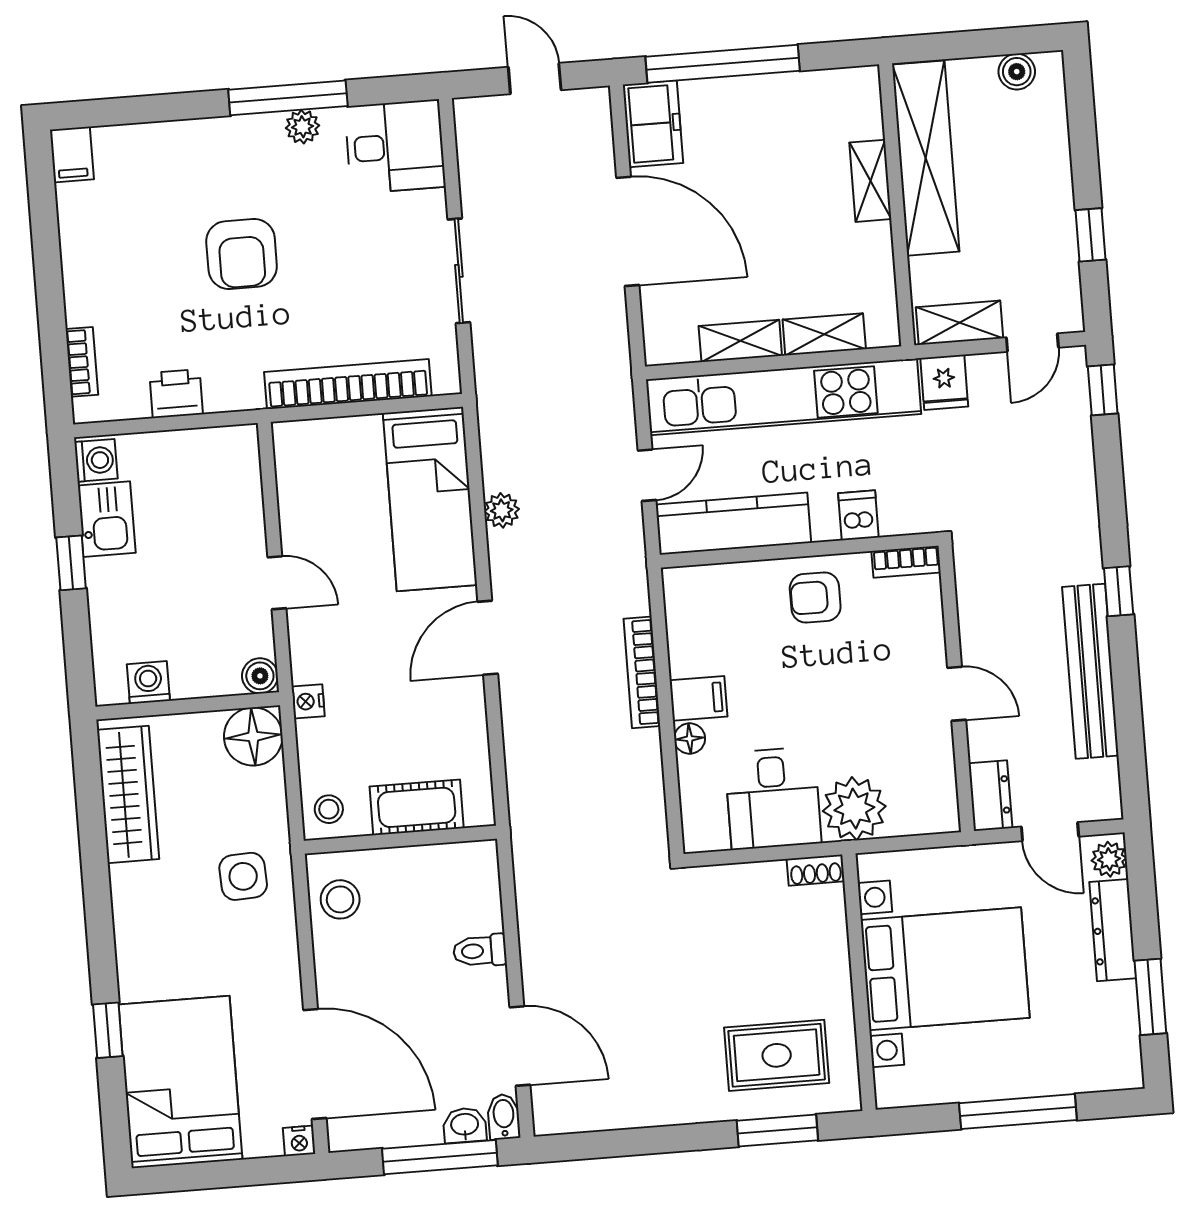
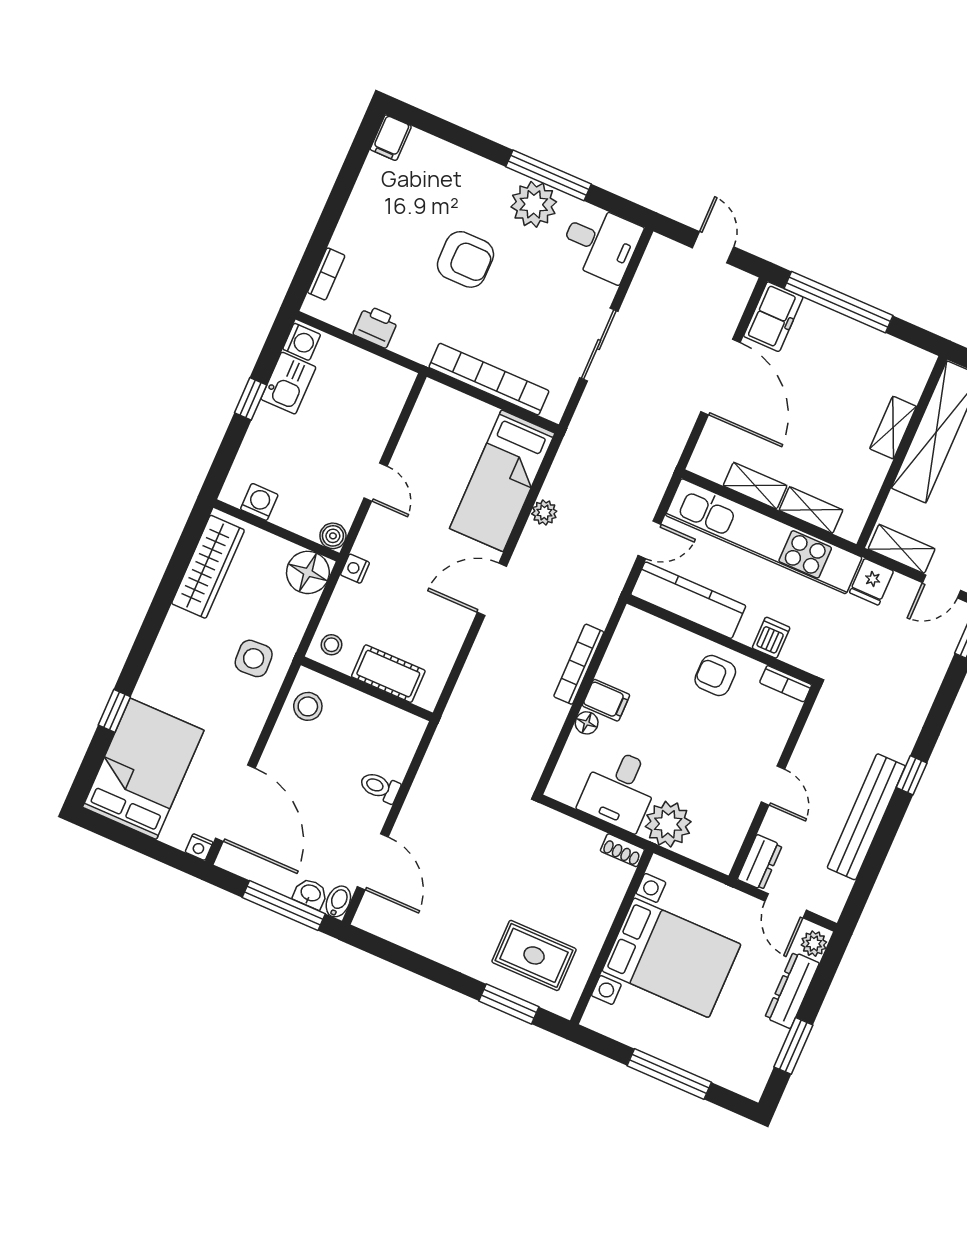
plant: (303, 127) -> (534, 204), width x1.88, depth x1.88
armchair: (242, 254) -> (465, 259), turned -90

